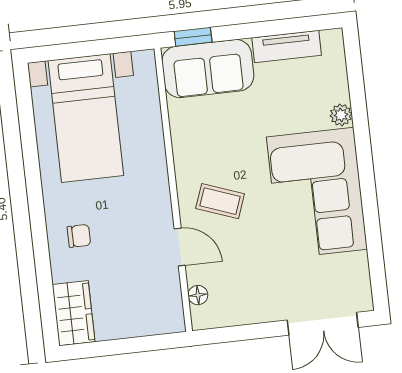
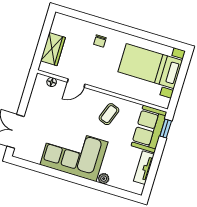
coffee table: (220, 201) -> (109, 114), moved
wardrobe: (74, 313) -> (53, 49), moved, turned -90

